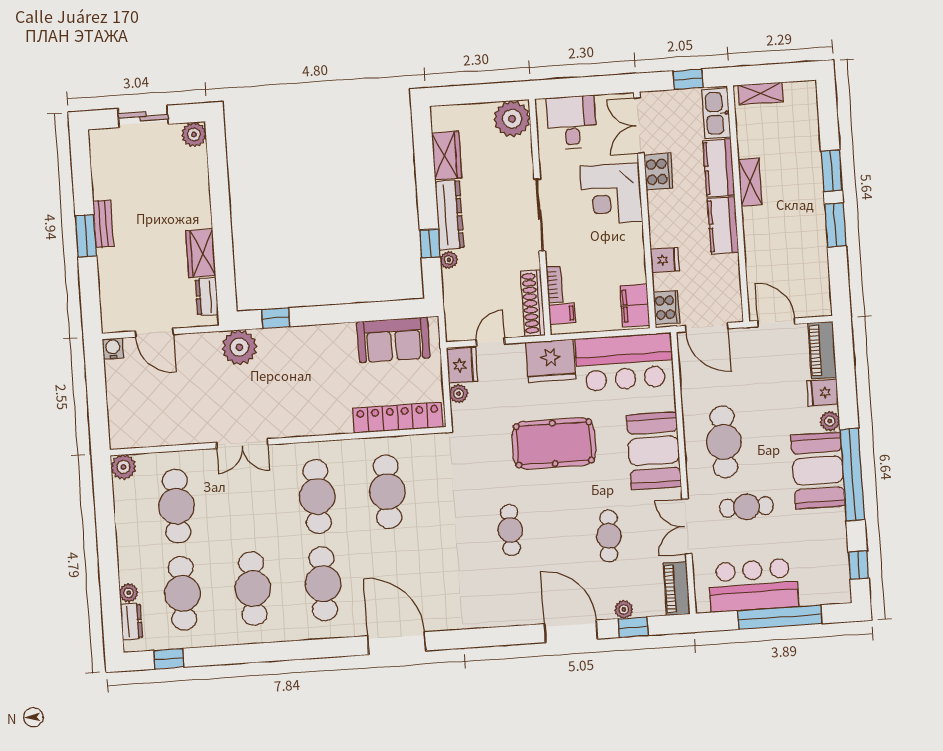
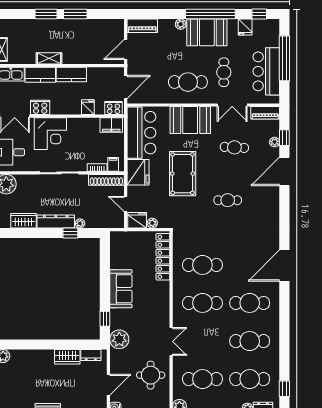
sofa: (393, 340) -> (121, 289), moved
fridge: (823, 393) -> (245, 27), moved
round table: (177, 410) -> (151, 375), added

